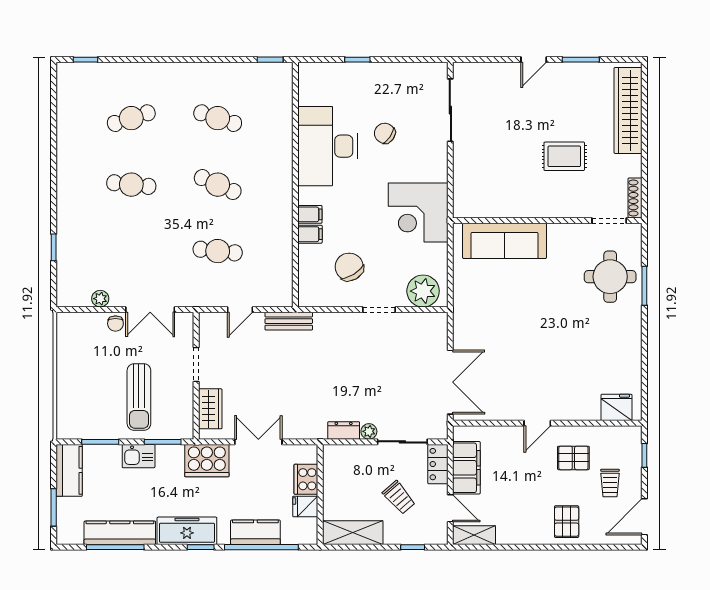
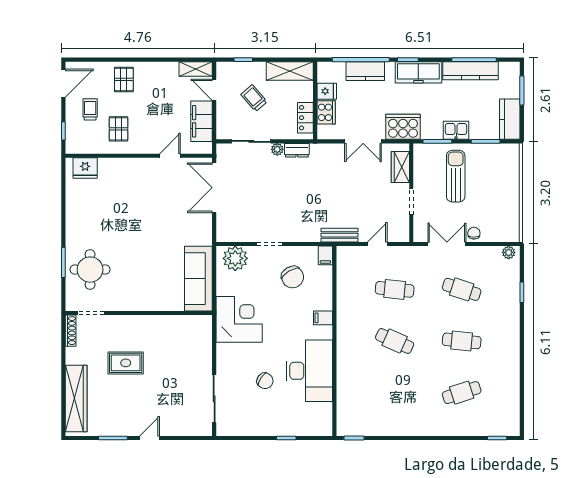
cafe table: (218, 118) -> (462, 289), moved
filing cabinet: (310, 234) -> (325, 255), moved, turned -90
sofa: (504, 241) -> (198, 279), moved, turned -90
plant: (100, 299) -> (509, 252), moved
door: (537, 423) -> (170, 156), moved
pallet: (573, 458) -> (119, 129), turned 90
locker: (438, 464) -> (305, 118), moved, turned 180

